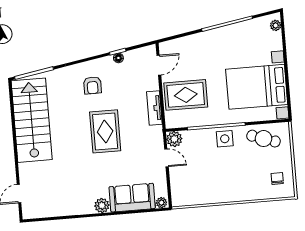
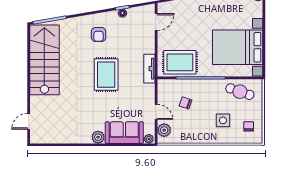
rug: (186, 95) -> (180, 62), moved
tv unit: (154, 108) -> (149, 69), moved
plant: (174, 139) -> (164, 130), moved
side table: (225, 139) -> (223, 120), moved
chair: (201, 157) -> (186, 103), added
door: (166, 158) -> (156, 112), moved

